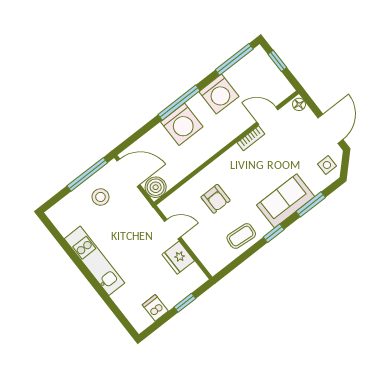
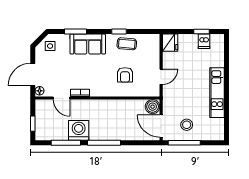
window: (234, 59) -> (66, 143), moved
washing machine: (182, 124) -> (112, 130), removed
door: (330, 129) -> (33, 75), moved
armchair: (216, 199) -> (125, 75), turned 180
door: (172, 229) -> (161, 77), swing flipped
window: (274, 233) -> (119, 31), moved
fridge: (178, 258) -> (170, 43), moved
window: (185, 303) -> (201, 31), moved

